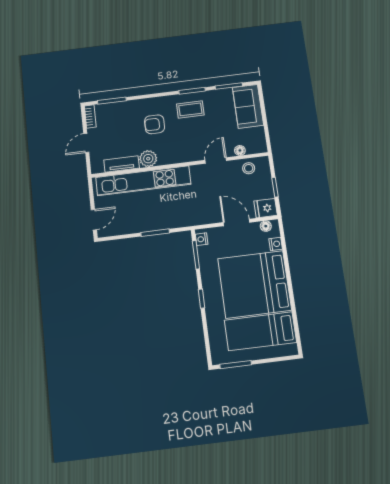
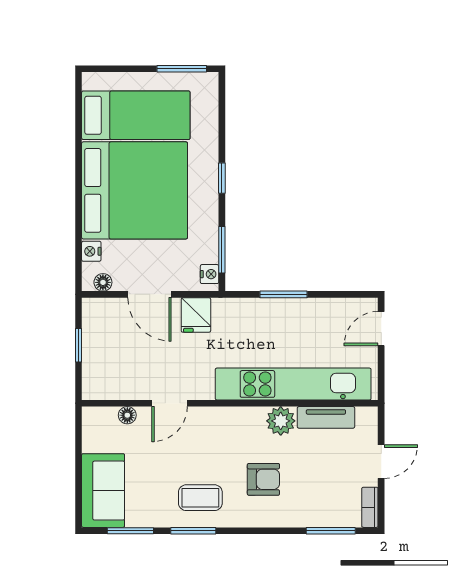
stool: (249, 168) -> (117, 383), removed
fridge: (266, 208) -> (196, 315), moved, turned 90

